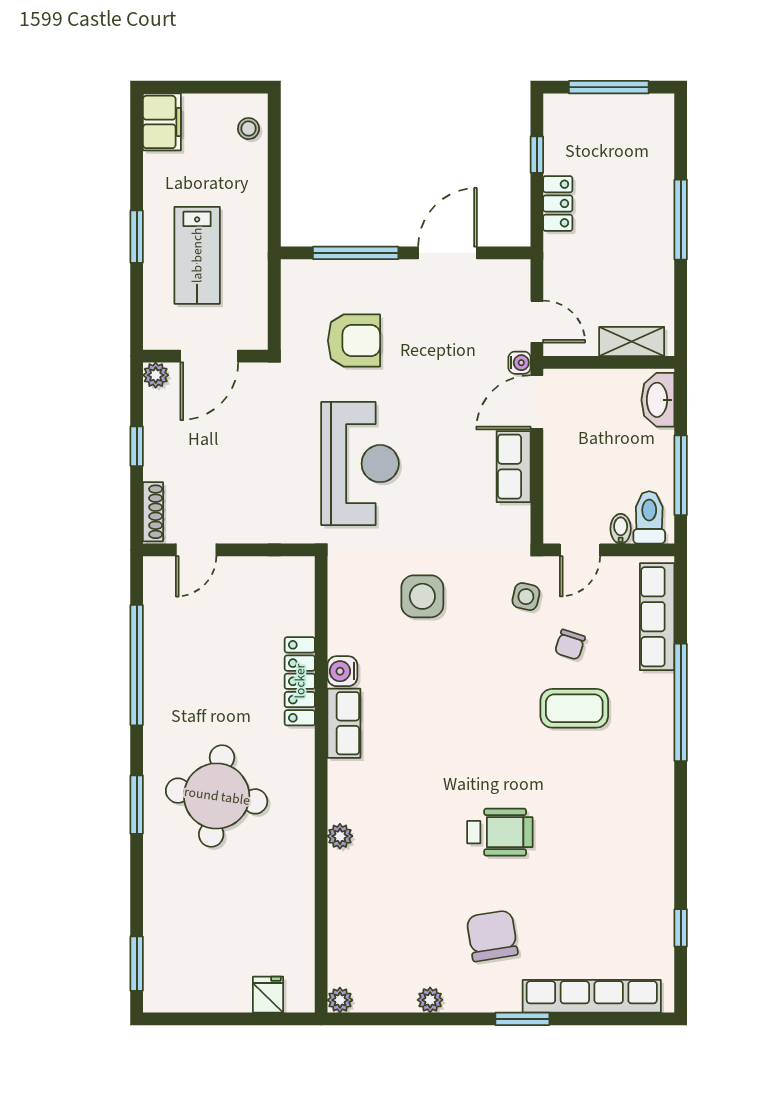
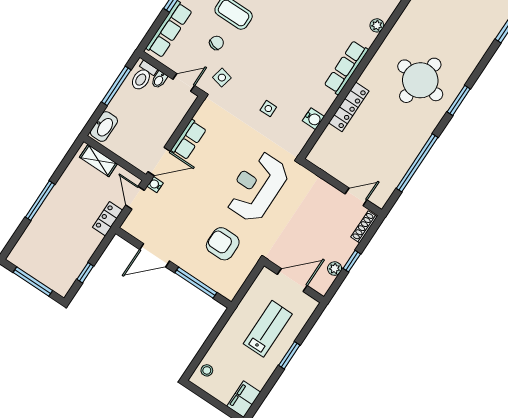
locker: (558, 203) -> (108, 219), moved
plant: (156, 375) -> (335, 269), moved
side table: (422, 596) -> (268, 109), width x0.54, depth x0.54
water cooler: (342, 671) -> (313, 119), moved
row of seats: (344, 723) -> (346, 68), width x1.48

